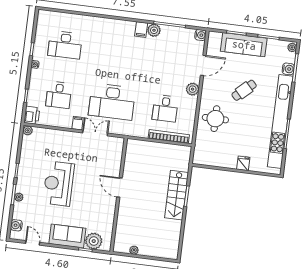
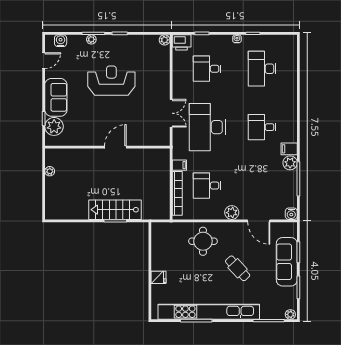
desk: (118, 52) -> (262, 127), added
water cooler: (288, 69) -> (267, 313), removed
filing cabinet: (78, 123) -> (179, 165), moved

